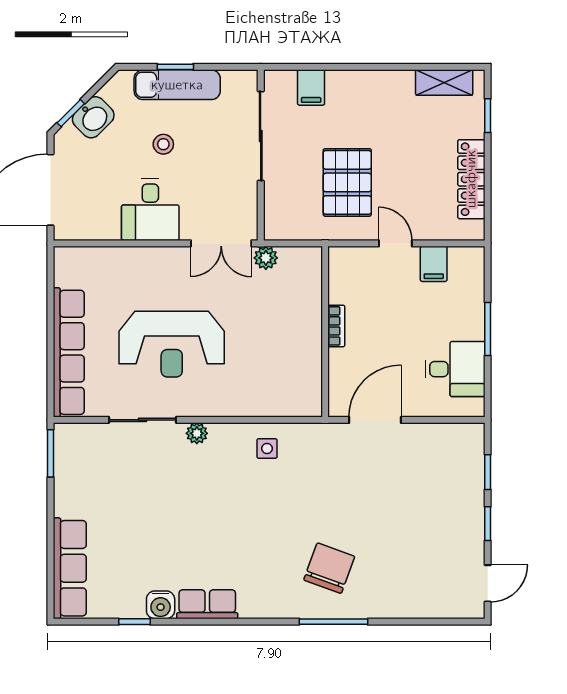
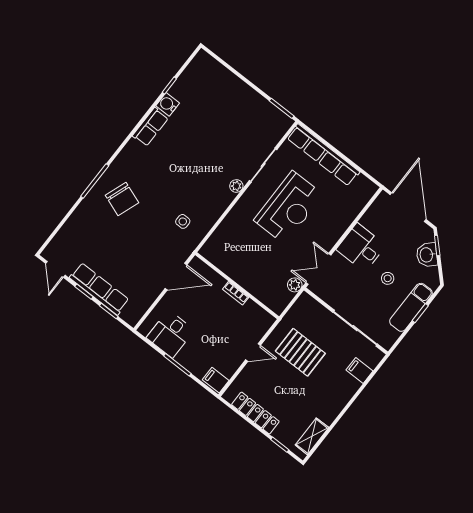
filing cabinet: (434, 264) -> (216, 380), moved
reception desk: (172, 344) -> (289, 207), turned 180
door: (375, 420) -> (176, 277), hinge flipped
side table: (267, 448) -> (183, 221), moved
row of seats: (70, 568) -> (99, 289), moved, turned 180

